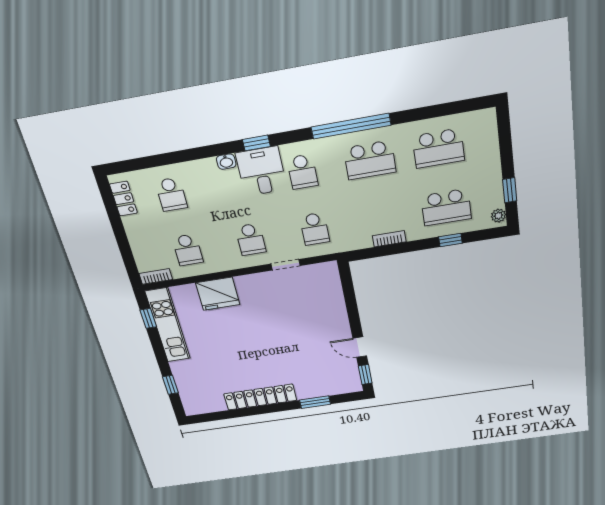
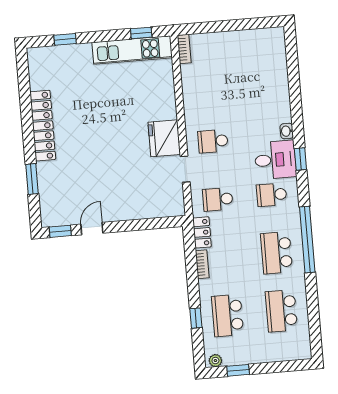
school desk: (171, 194) -> (262, 79), removed
locker: (124, 199) -> (202, 232), moved, turned -90
school desk: (188, 250) -> (208, 83), removed
fridge: (218, 294) -> (164, 138), moved

